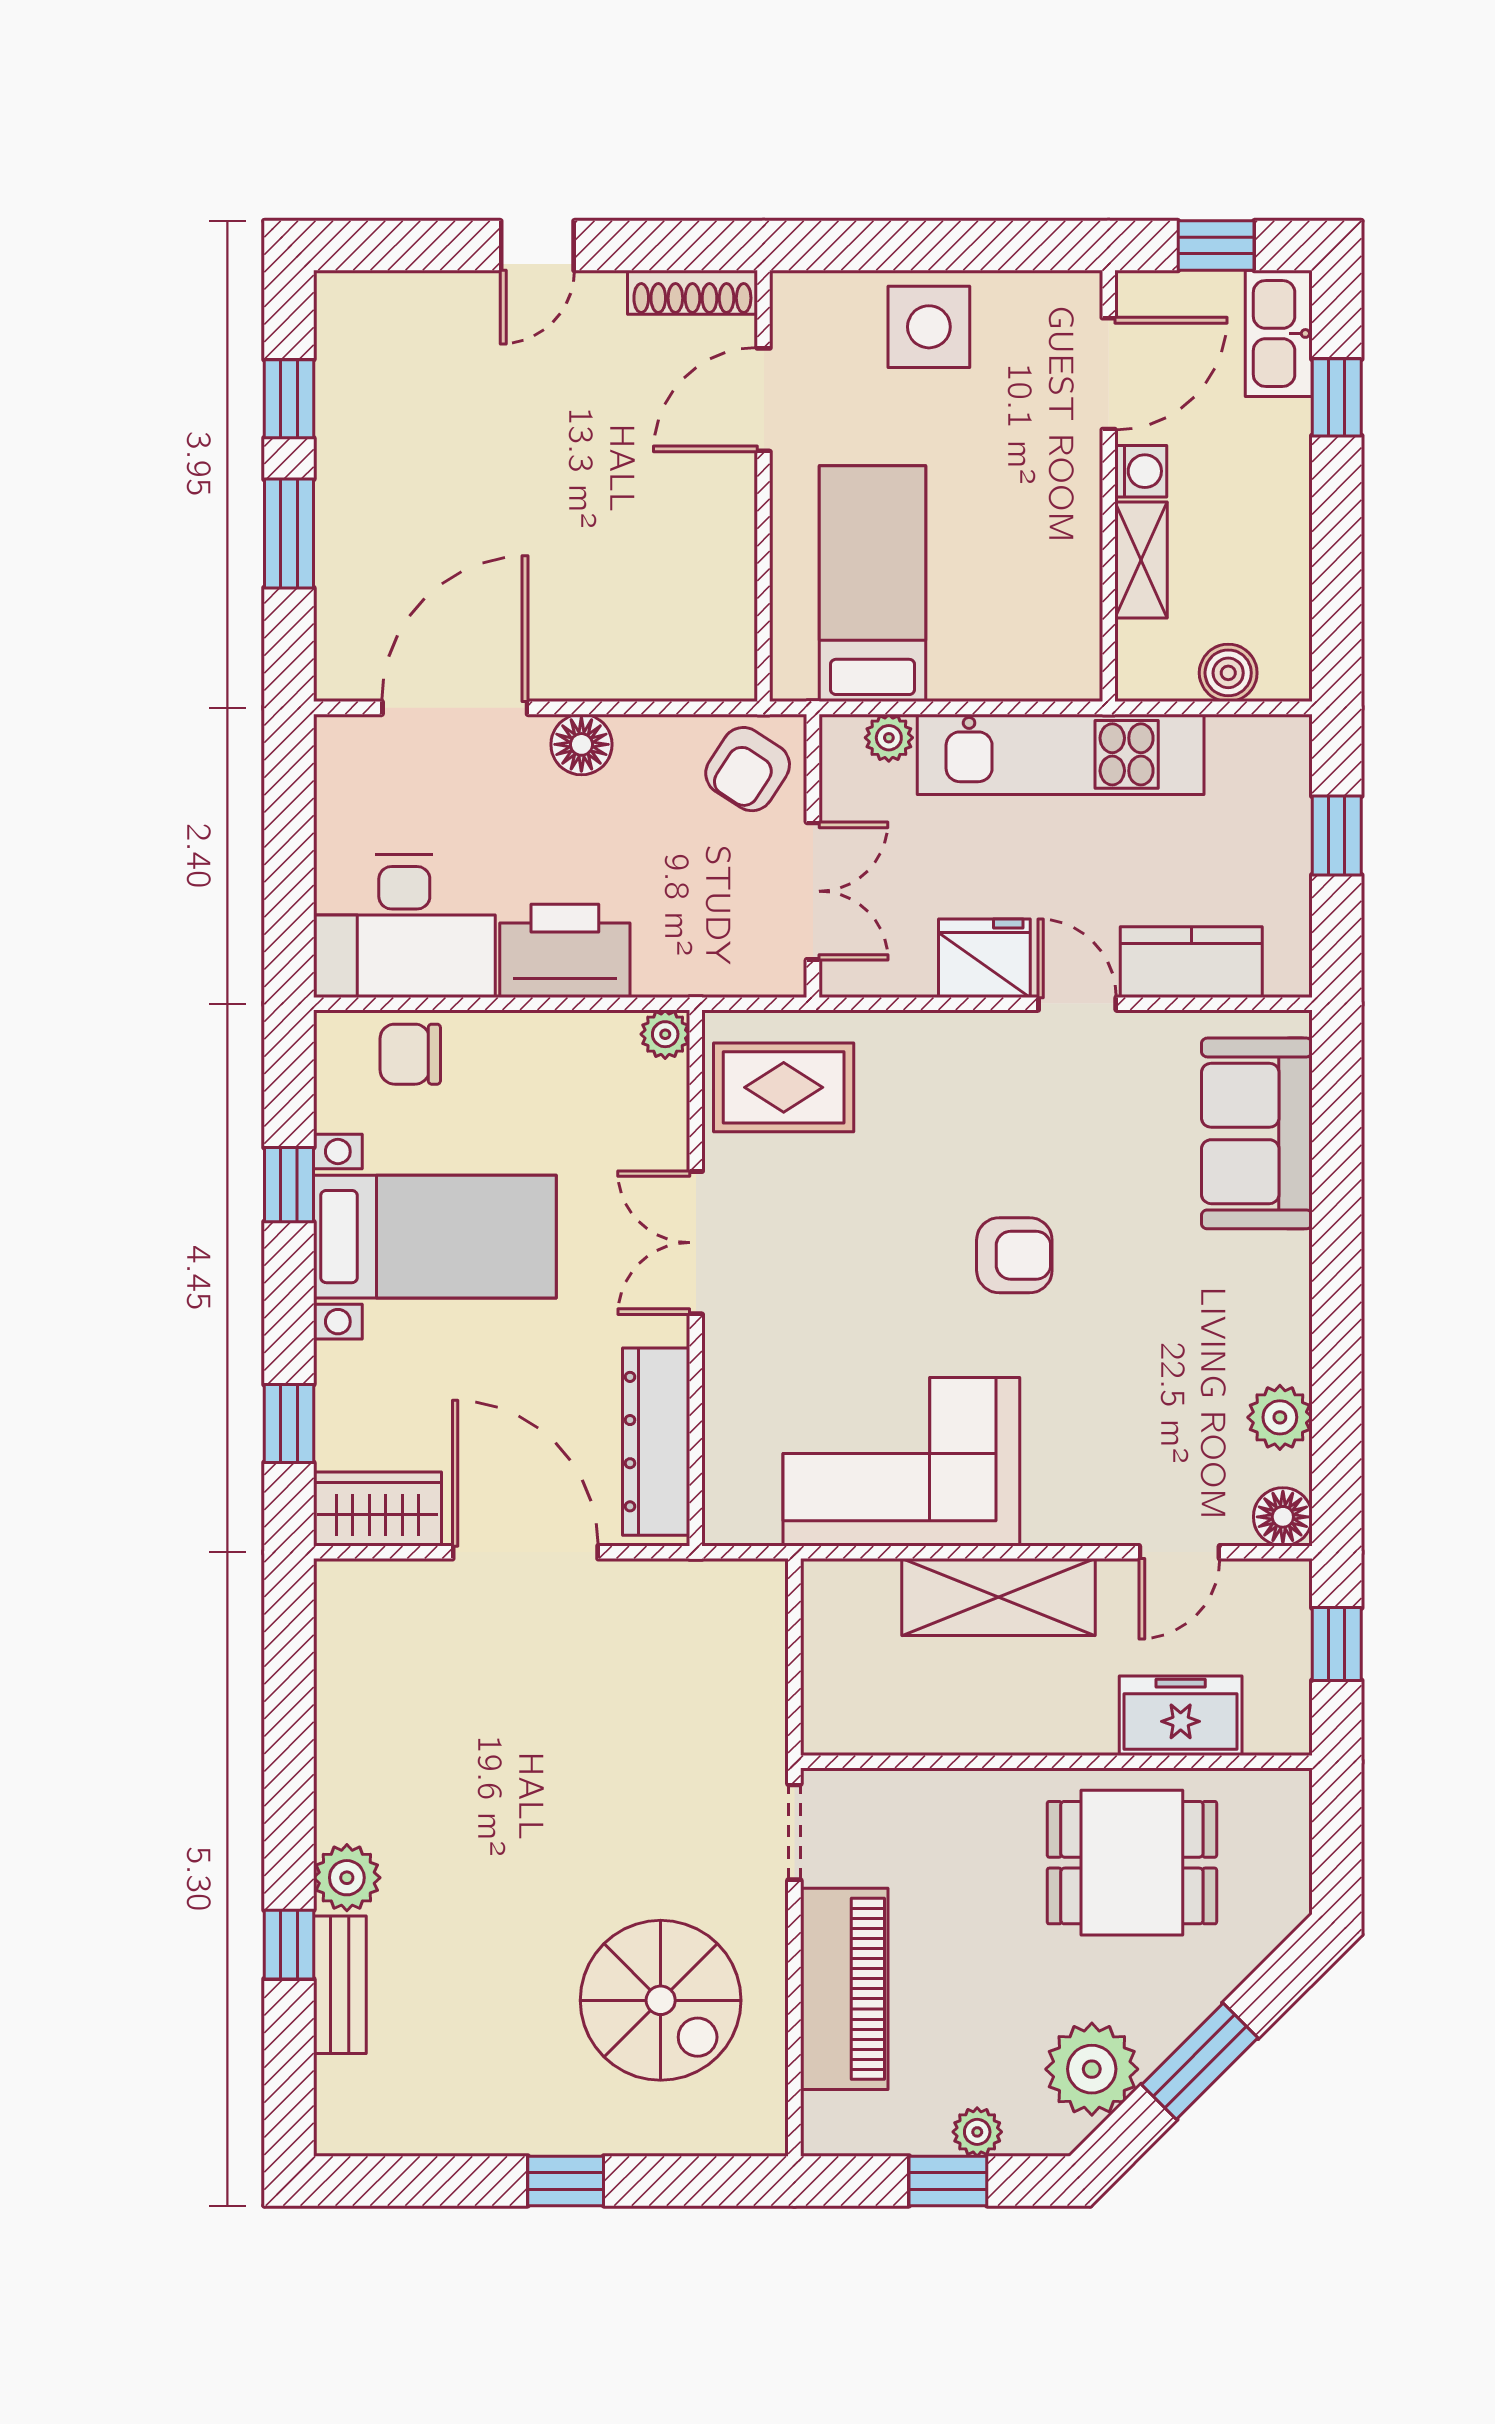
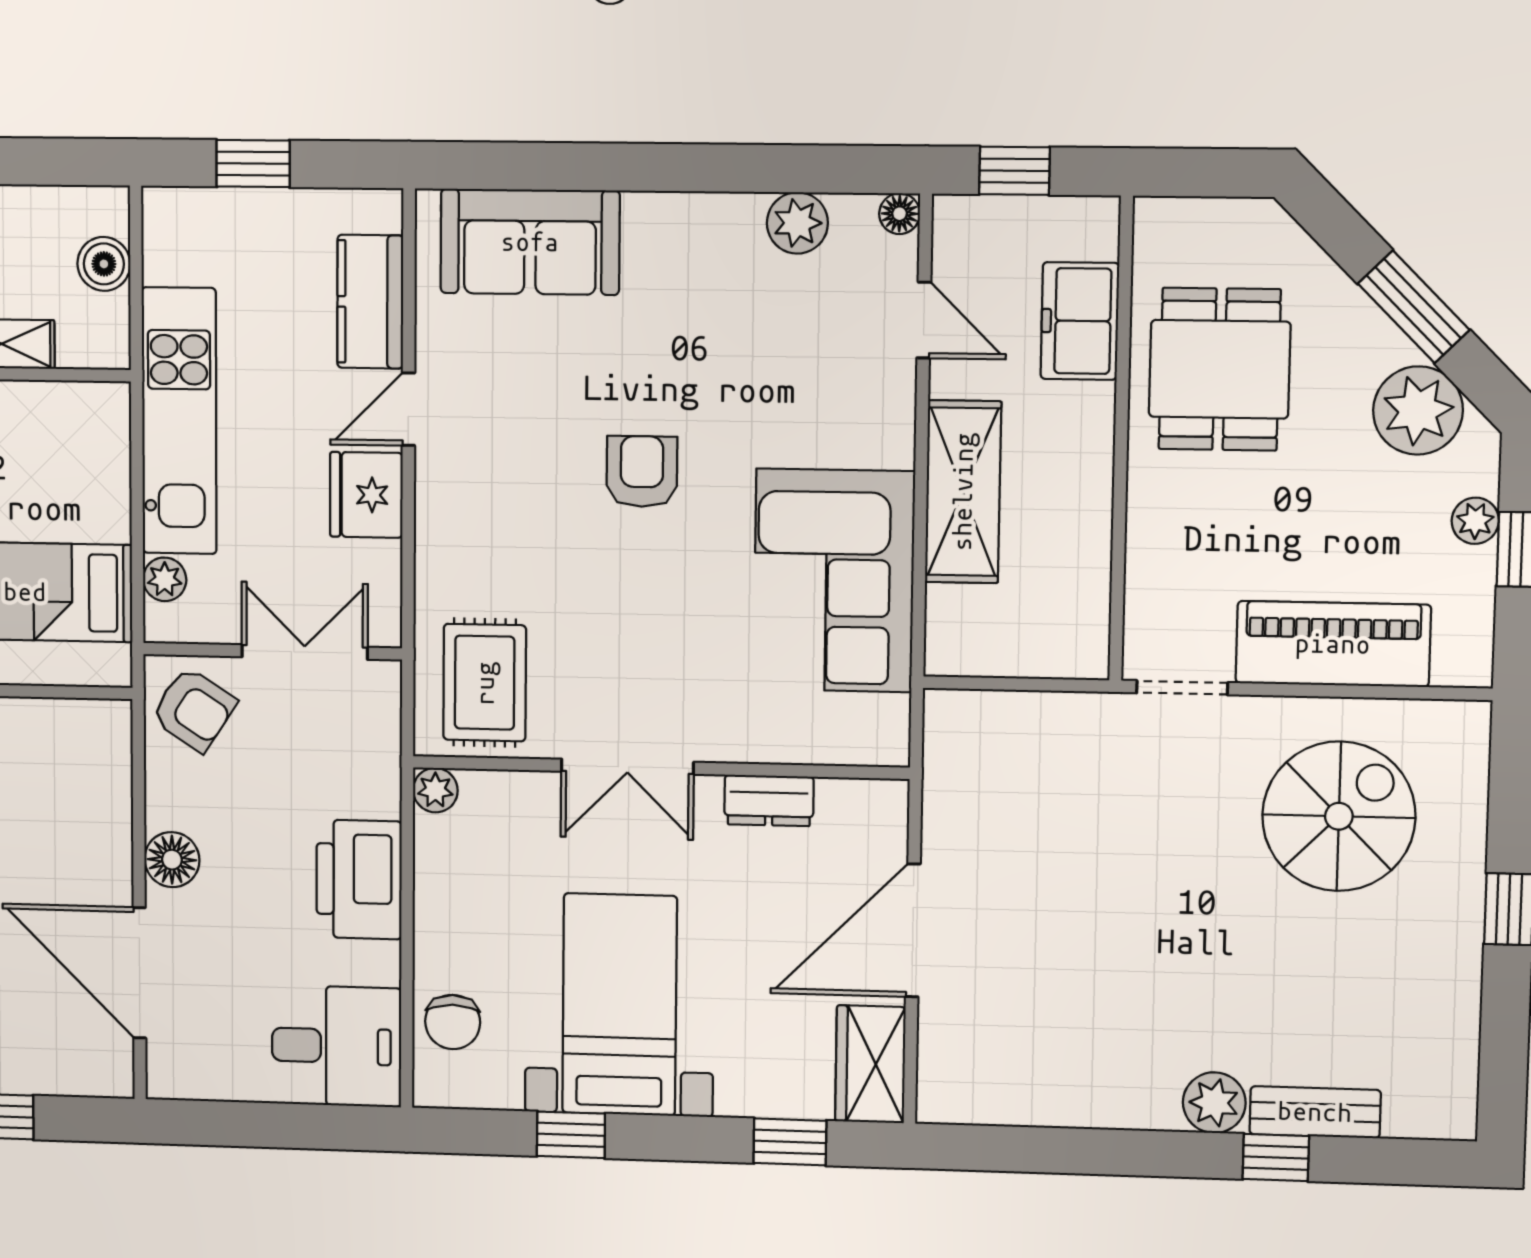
desk: (404, 926) -> (336, 1046), width x0.73
dresser: (656, 1442) -> (769, 801), width x0.51, depth x0.80
floor lamp: (1283, 1517) -> (900, 214), width x0.73, depth x0.73

